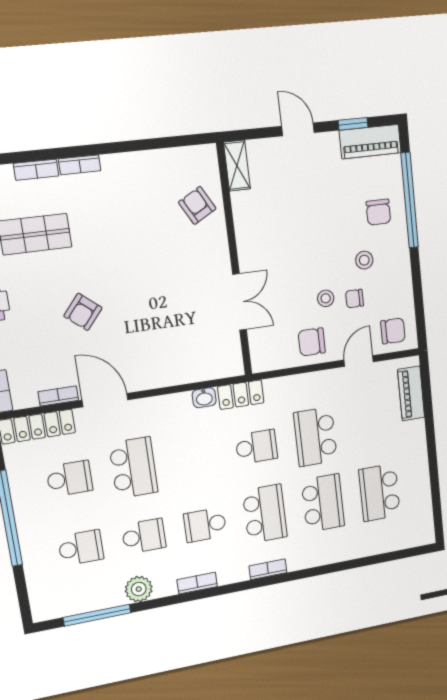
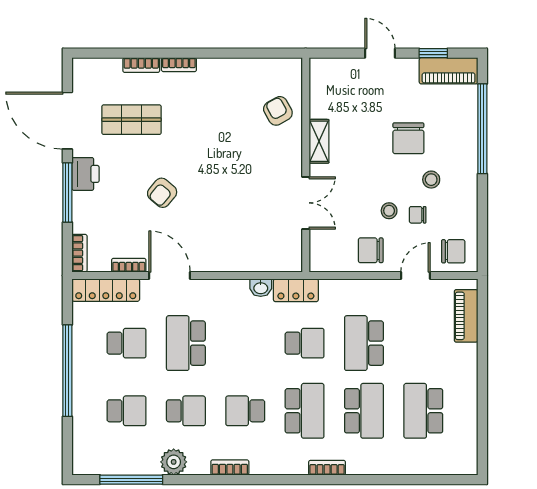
shelving: (237, 166) -> (319, 141), moved
chair: (378, 212) -> (408, 138), moved, width x1.37, depth x1.37
school desk: (133, 468) -> (186, 343), turned 180
bookcase: (268, 569) -> (327, 468), moved

